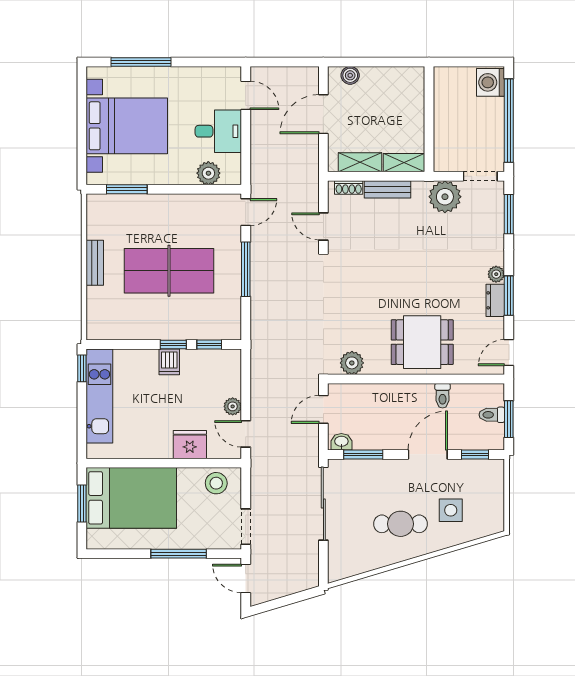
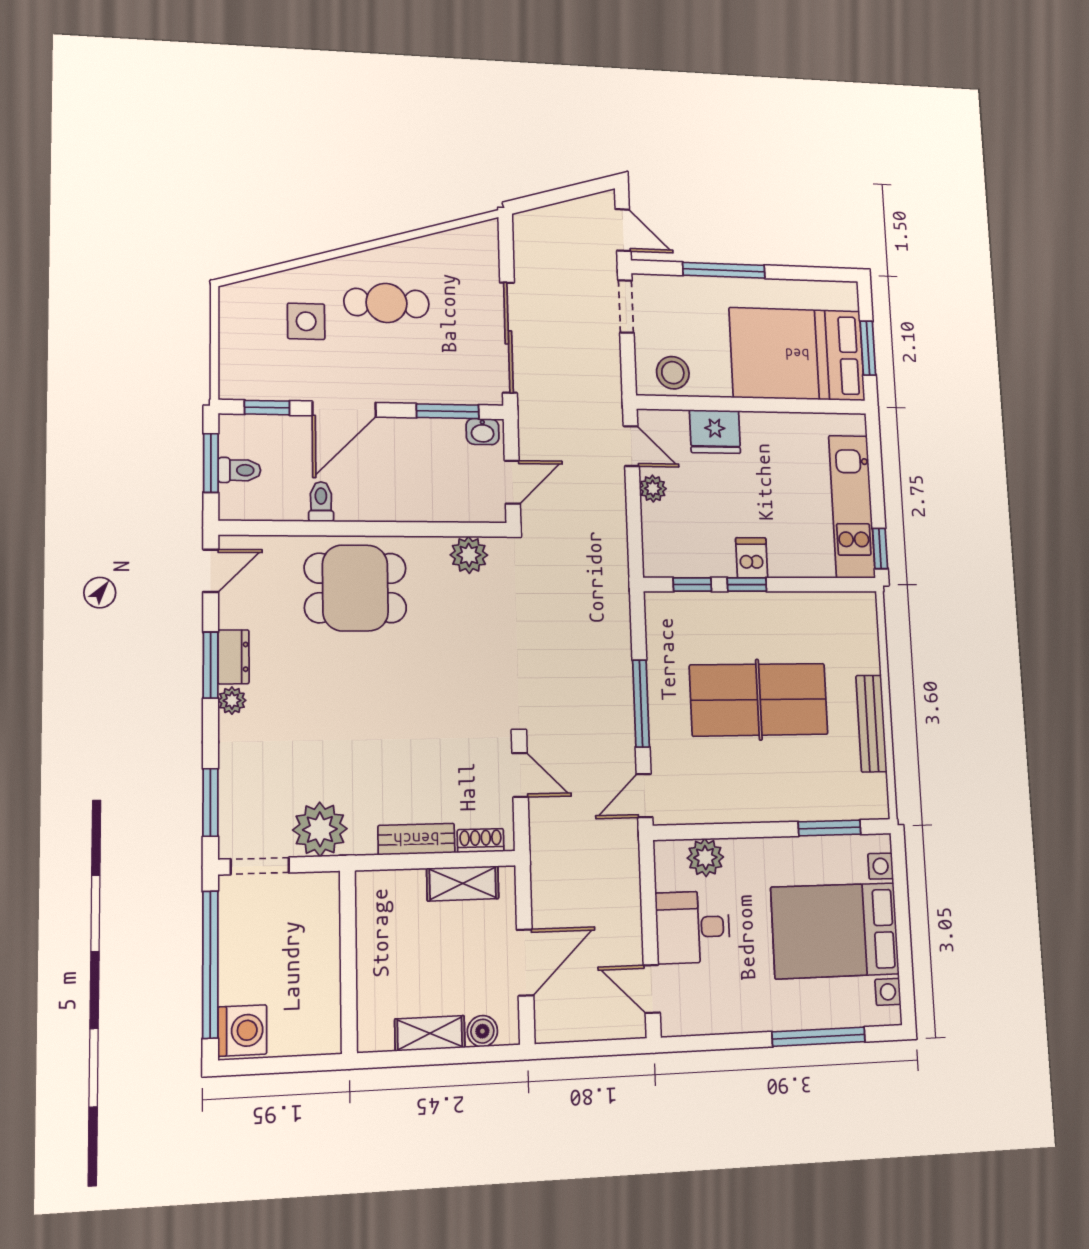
shelving: (404, 163) -> (430, 1033), moved
bench: (95, 263) -> (871, 723), width x1.36

